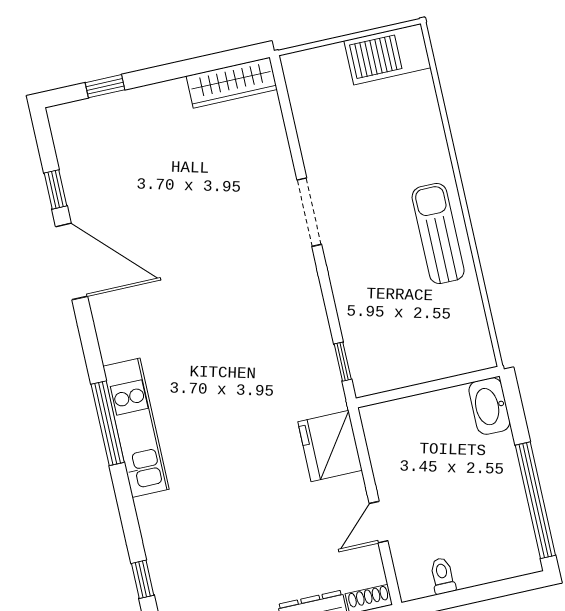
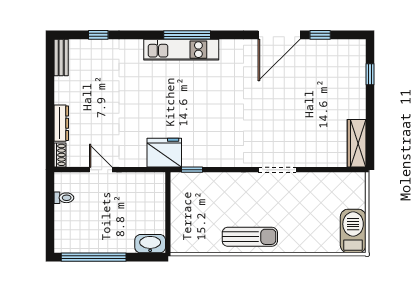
fridge: (330, 446) -> (164, 153), moved

